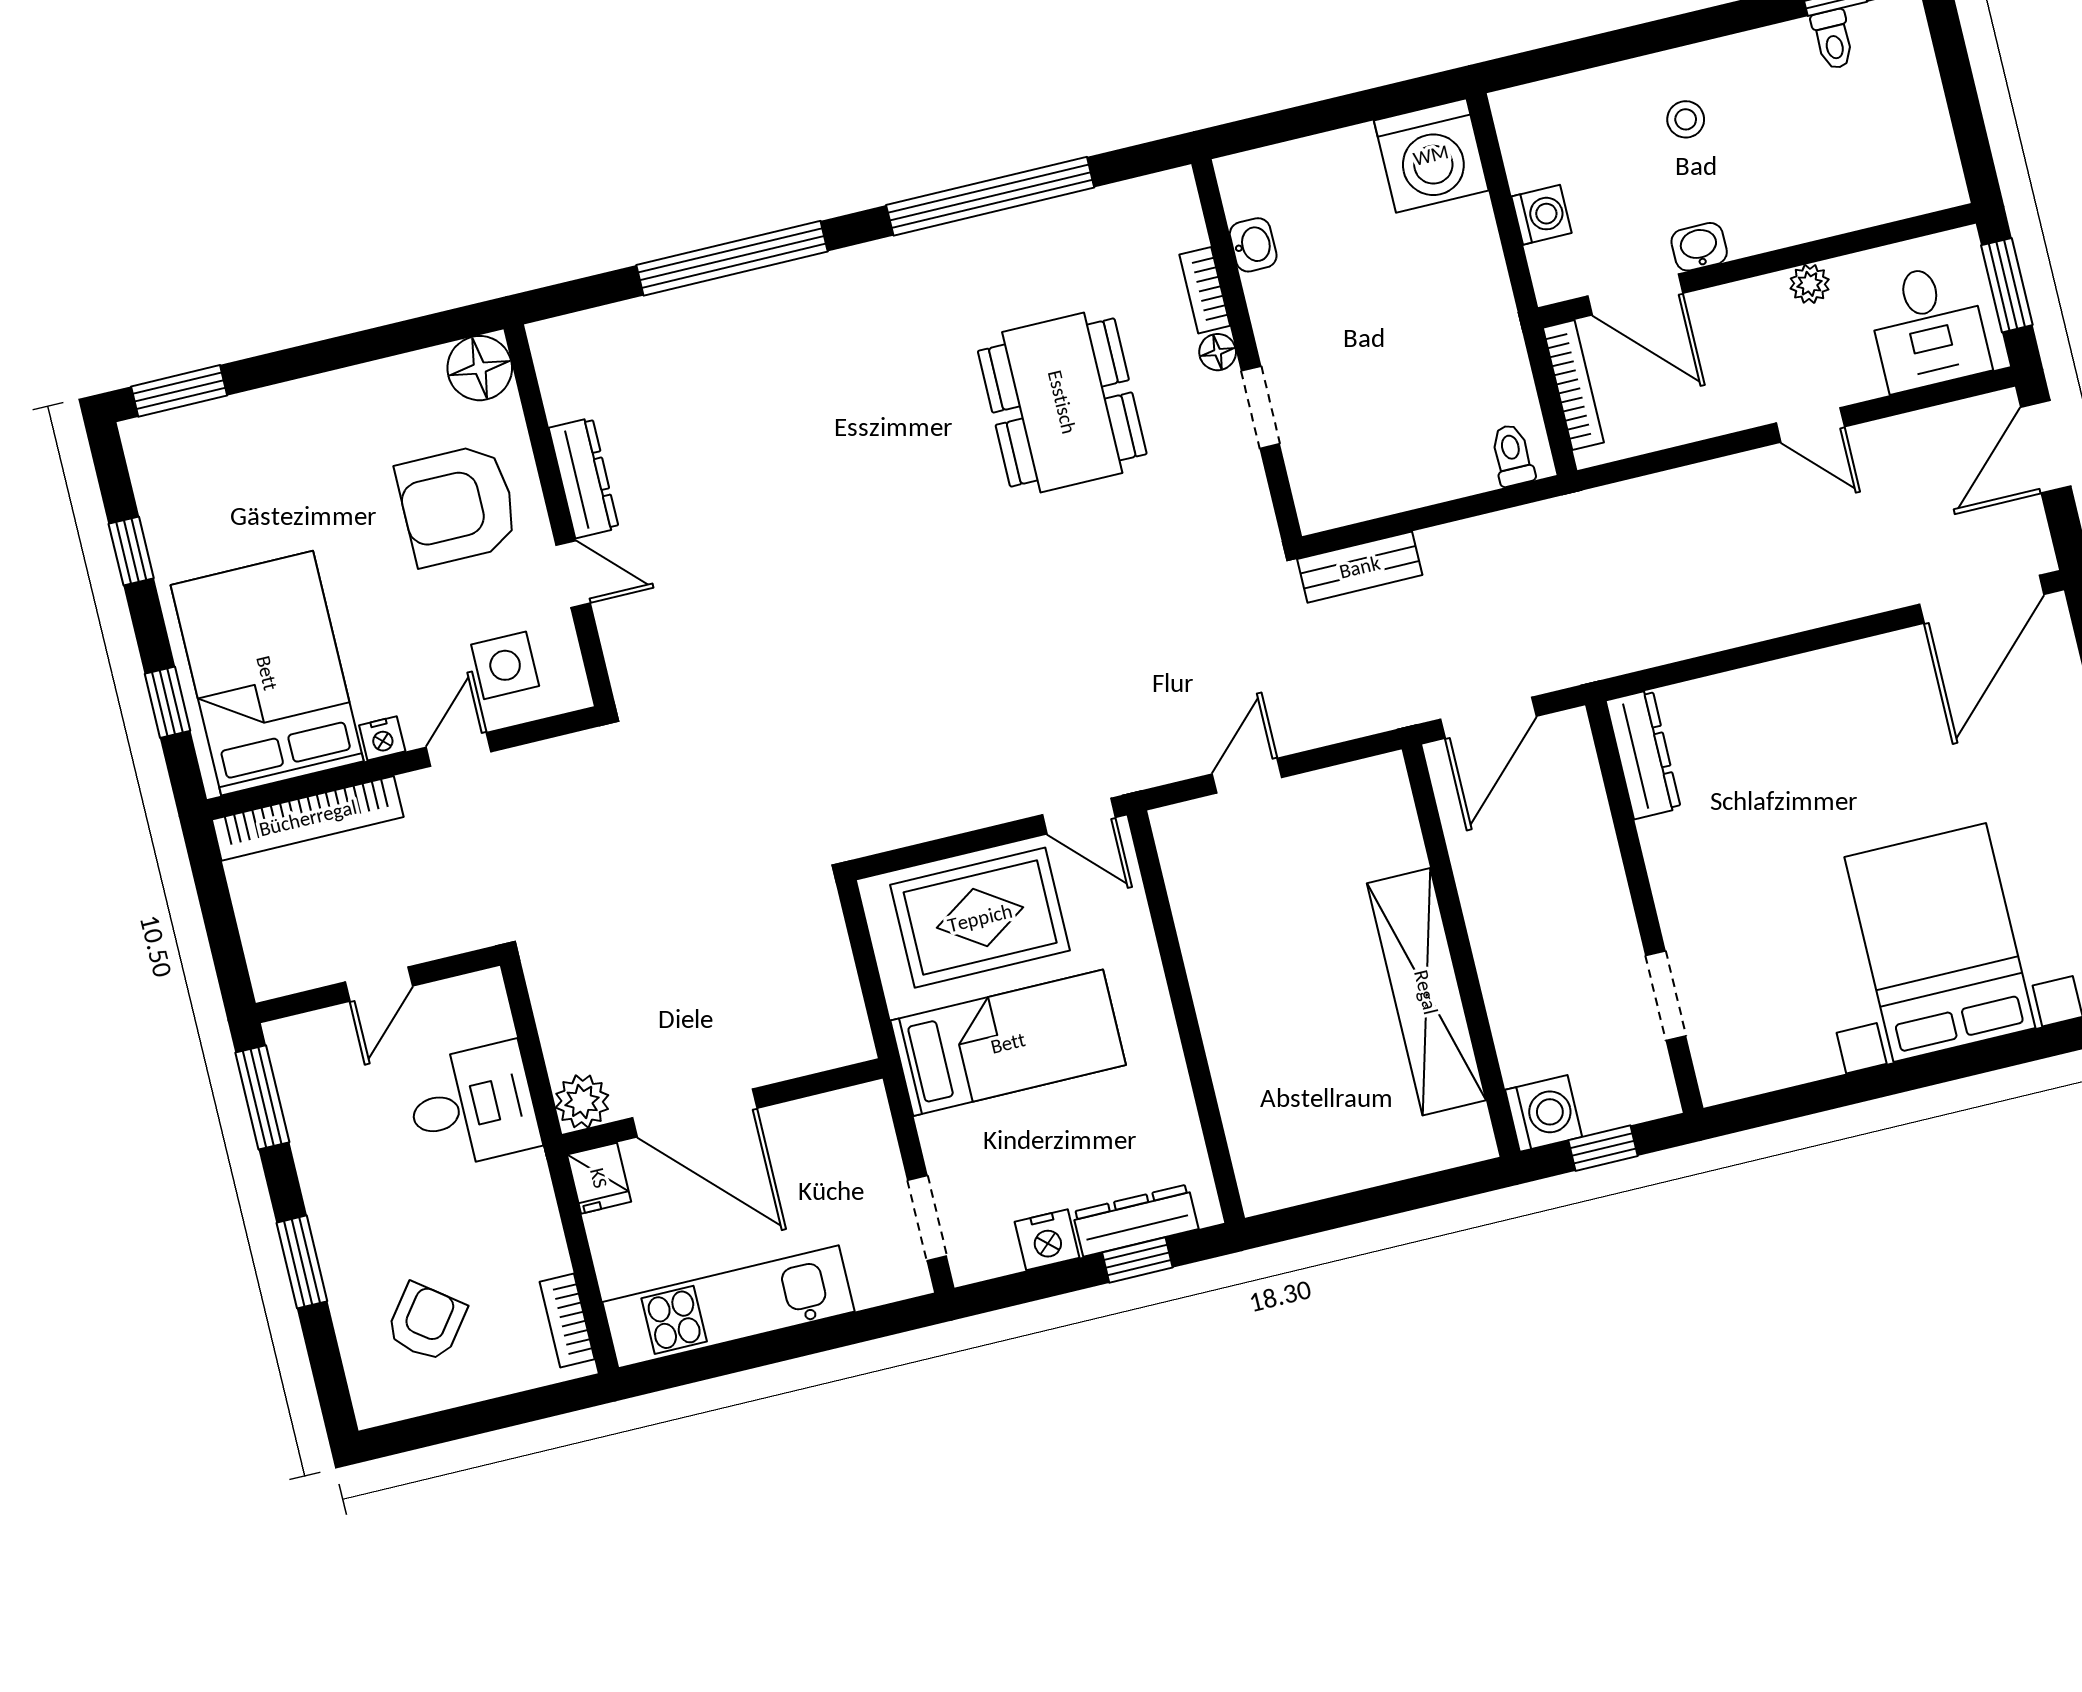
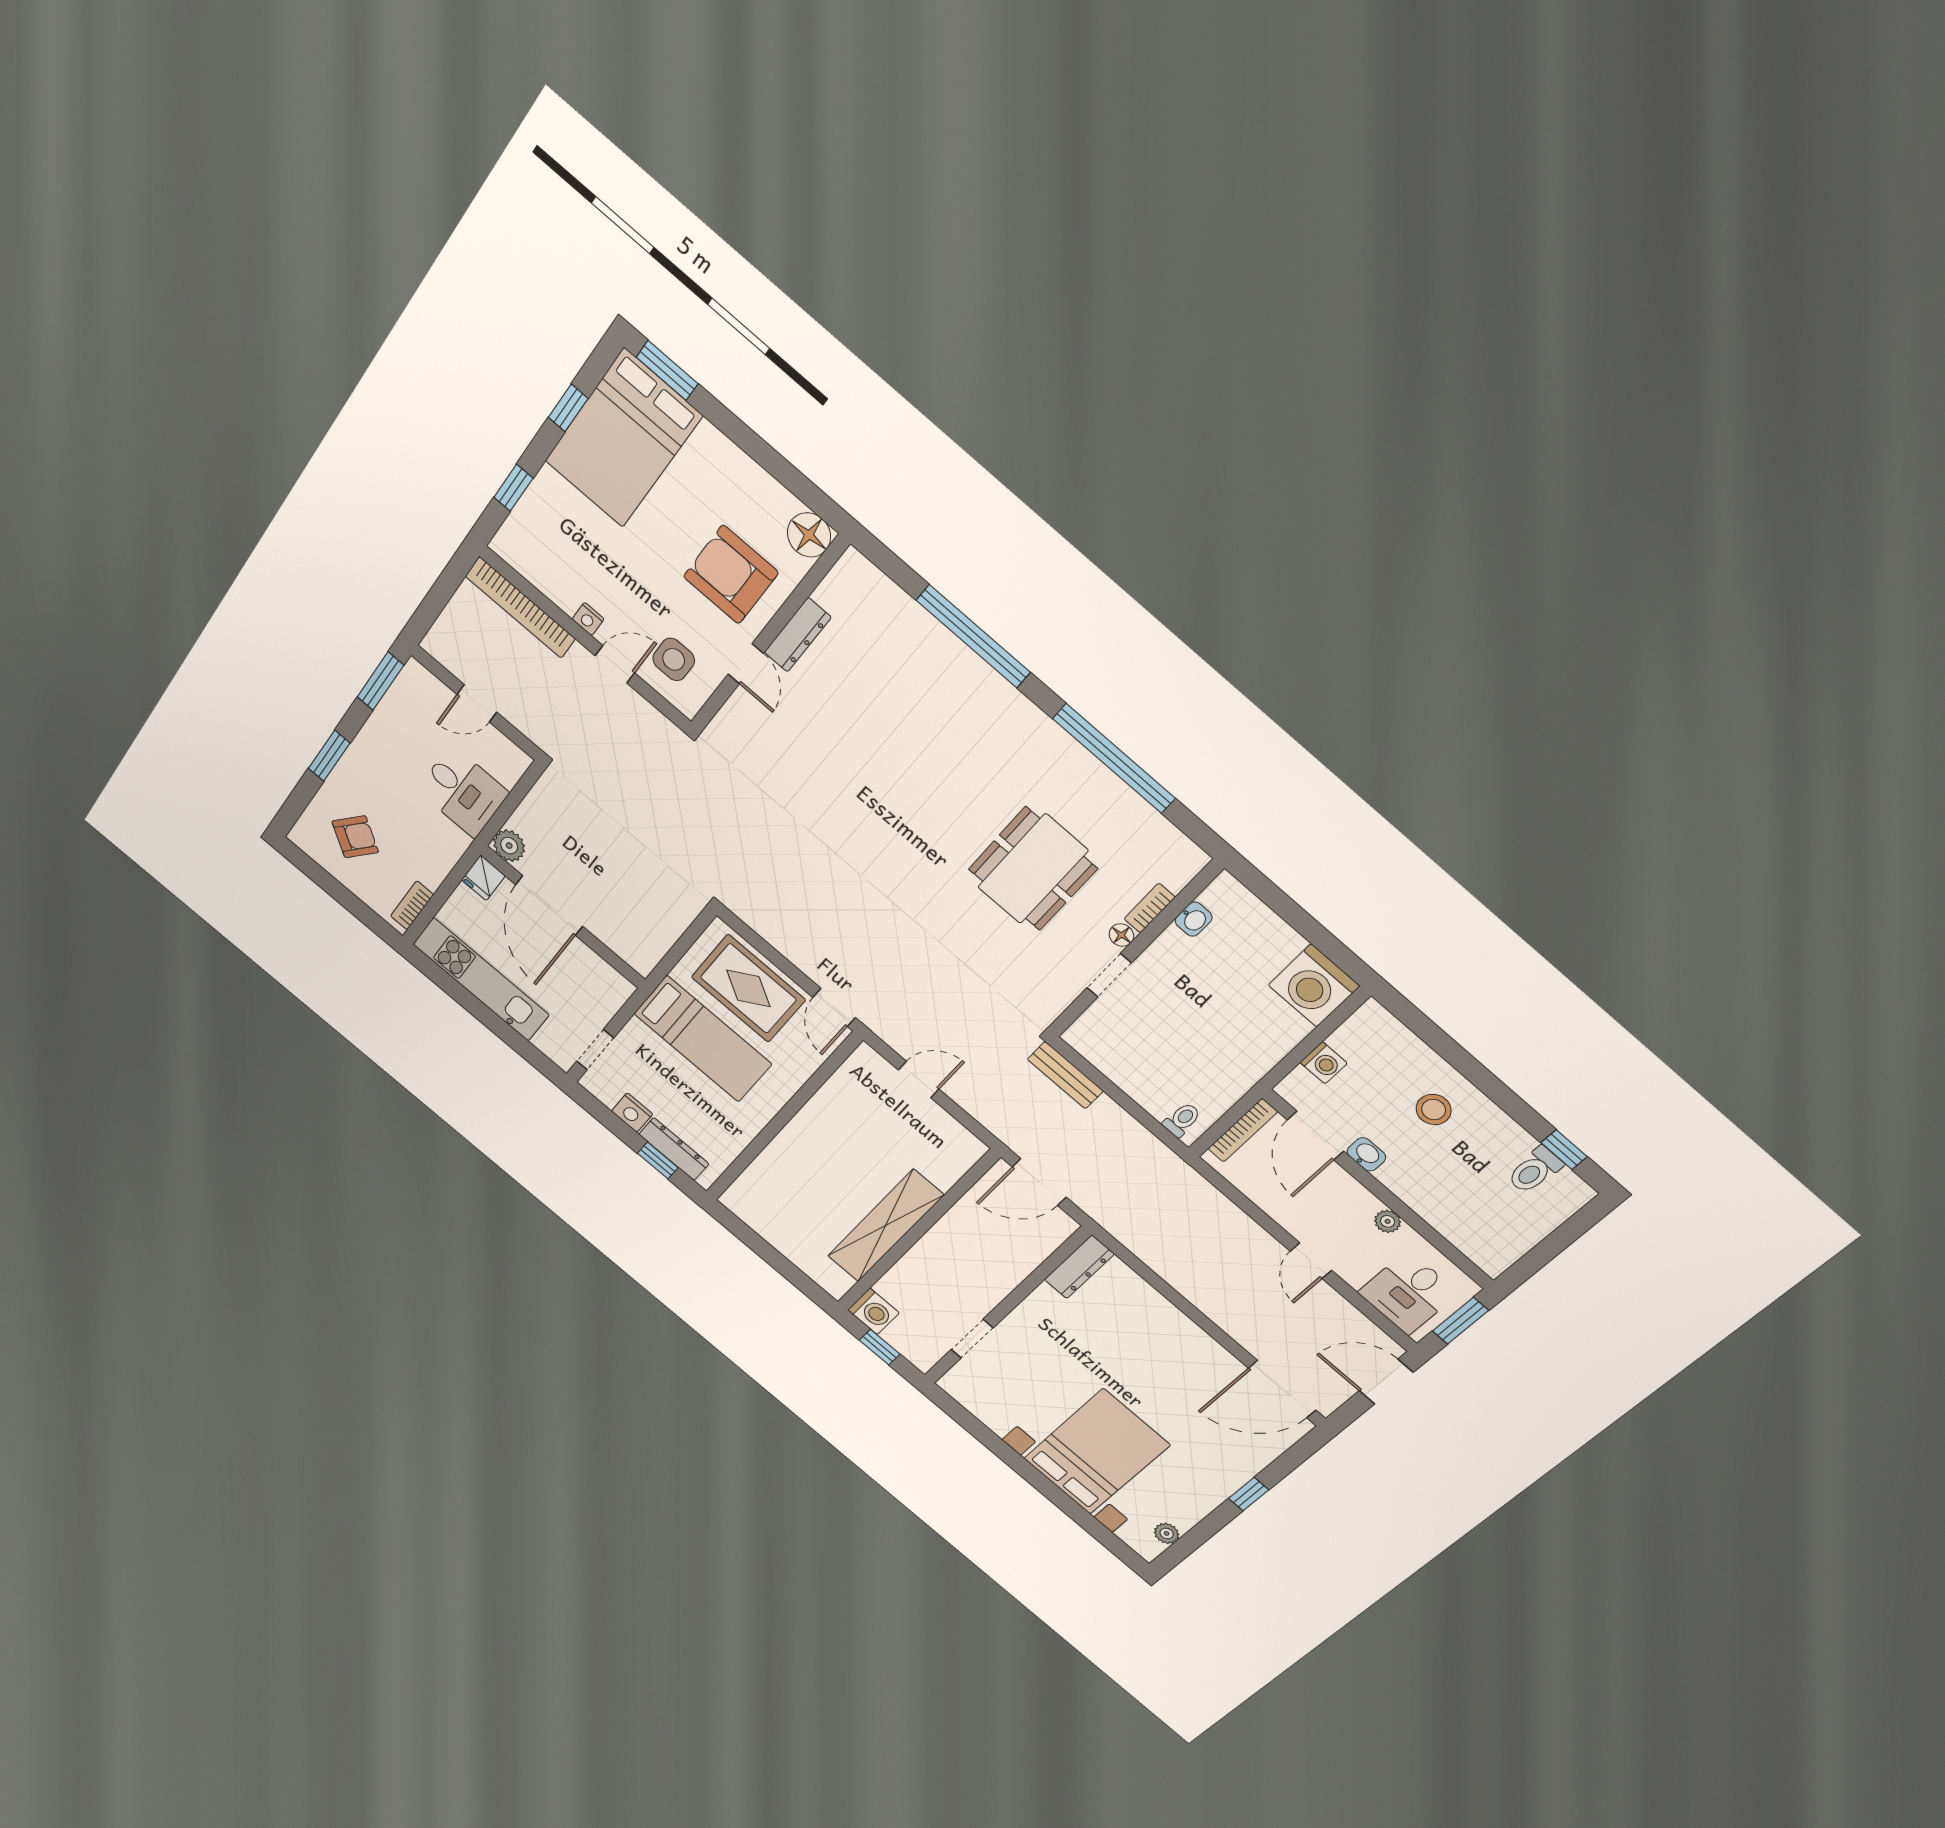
toilet: (1833, 39) -> (1535, 1170), width x1.37, depth x1.39
stool: (1686, 119) -> (1434, 1110), width x1.37, depth x1.37
bed: (267, 673) -> (623, 438), moved, turned 180

